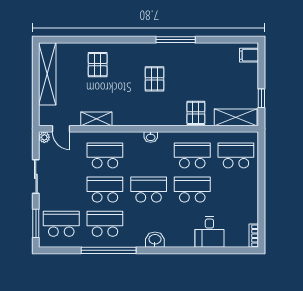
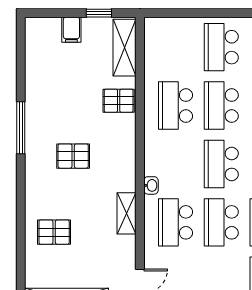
filing cabinet: (249, 55) -> (71, 30), moved
shelving: (96, 119) -> (127, 213), moved
washbasin: (151, 137) -> (151, 185), moved
school desk: (236, 155) -> (221, 47), moved

